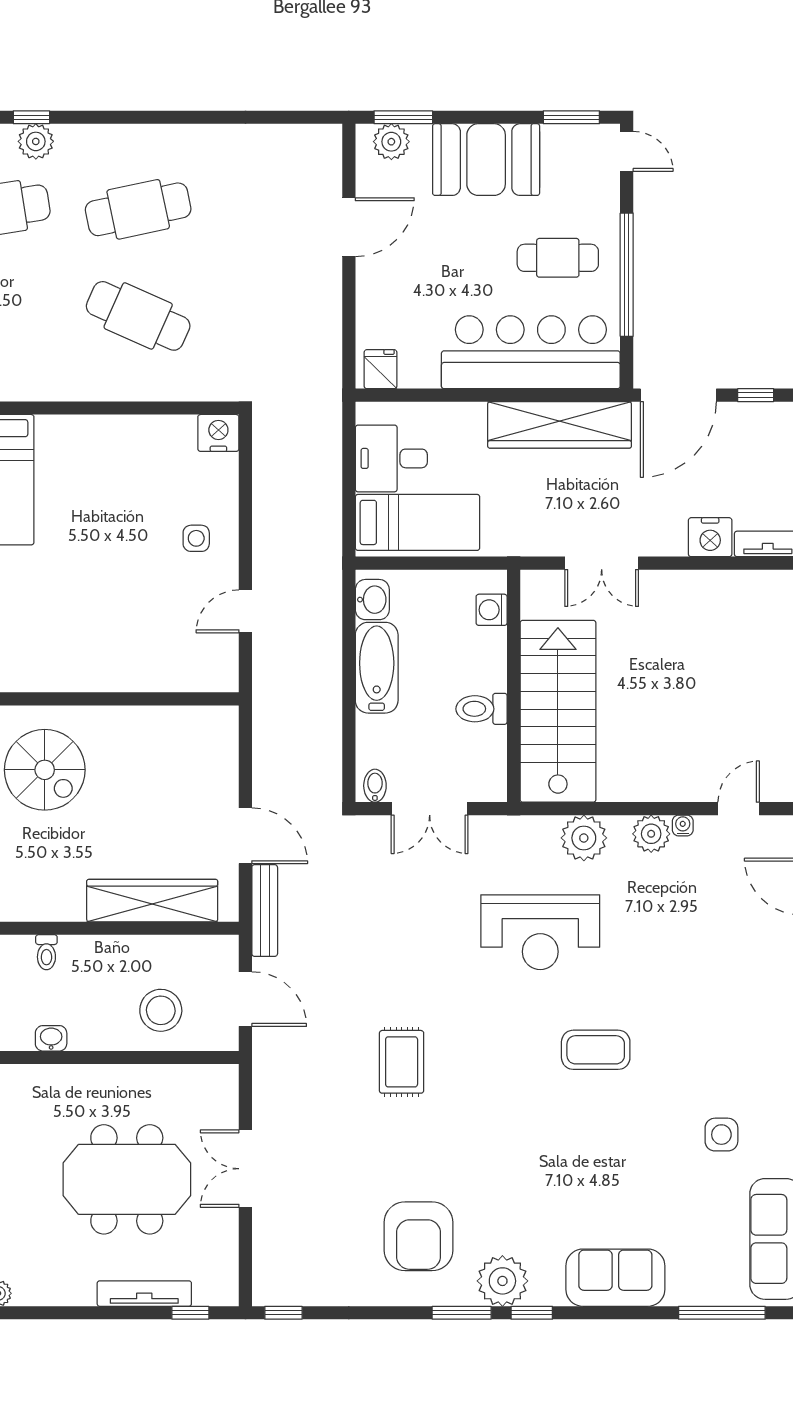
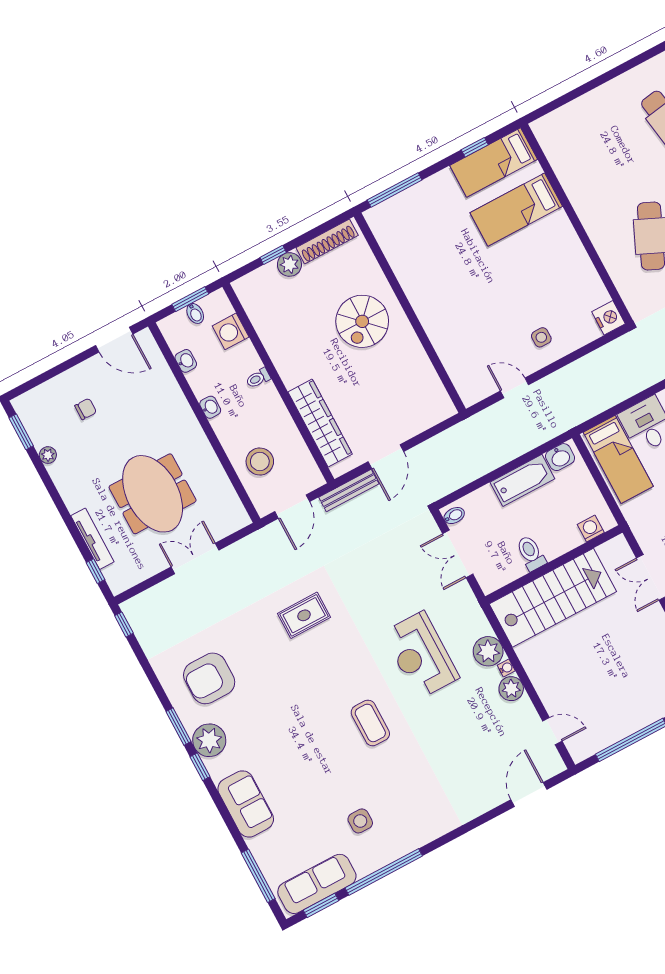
water cooler: (683, 826) -> (506, 668), moved

